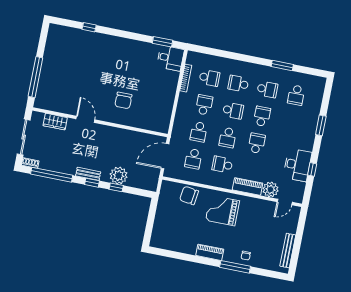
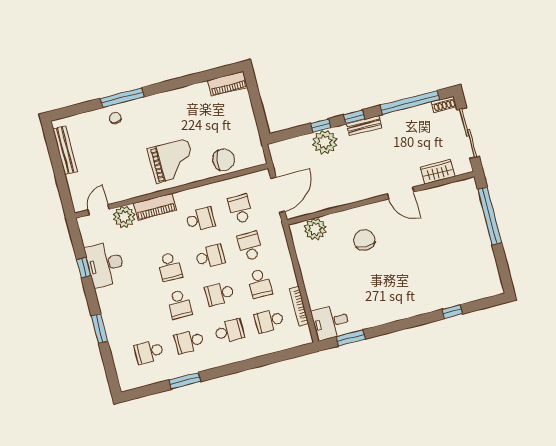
school desk: (296, 95) -> (149, 352), turned -90
plant: (152, 123) -> (315, 229), added
school desk: (228, 138) -> (210, 256), turned 90
piano: (210, 252) -> (228, 84), moved

